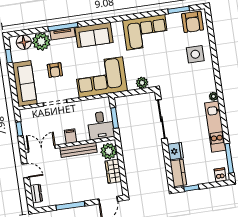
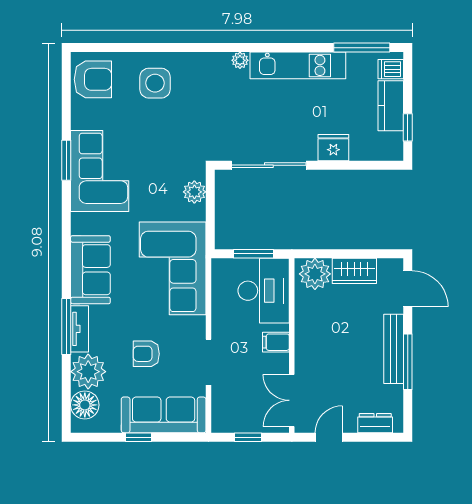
window: (179, 10) -> (66, 160), moved
window: (9, 56) -> (139, 437), moved
armchair: (55, 70) -> (146, 354), turned 180
desk: (101, 125) -> (264, 291), width x1.37
bench: (79, 150) -> (394, 349), moved
kitchen counter: (178, 173) -> (391, 106), moved, turned -90

